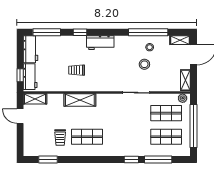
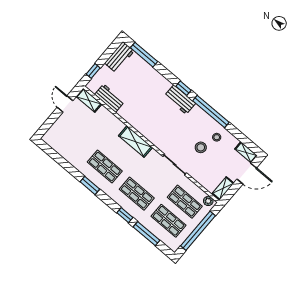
window: (80, 32) -> (183, 88), moved
window: (148, 32) -> (211, 112), moved
trolley: (77, 70) -> (142, 106), removed
workbench: (30, 77) -> (109, 98), moved, turned -90
shelving: (80, 100) -> (135, 142), moved
shop shelf: (127, 137) -> (137, 194), added
trolley: (60, 138) -> (83, 149), removed
window: (48, 159) -> (90, 185), moved

